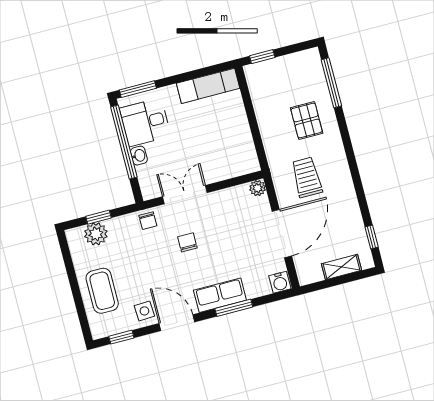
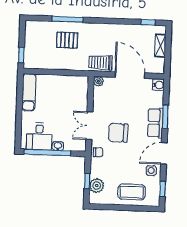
window: (331, 83) -> (67, 19), moved
window: (138, 89) -> (18, 135), removed
trolley: (307, 177) -> (100, 63), moved
chair: (187, 242) -> (118, 133), width x1.87, depth x1.87

